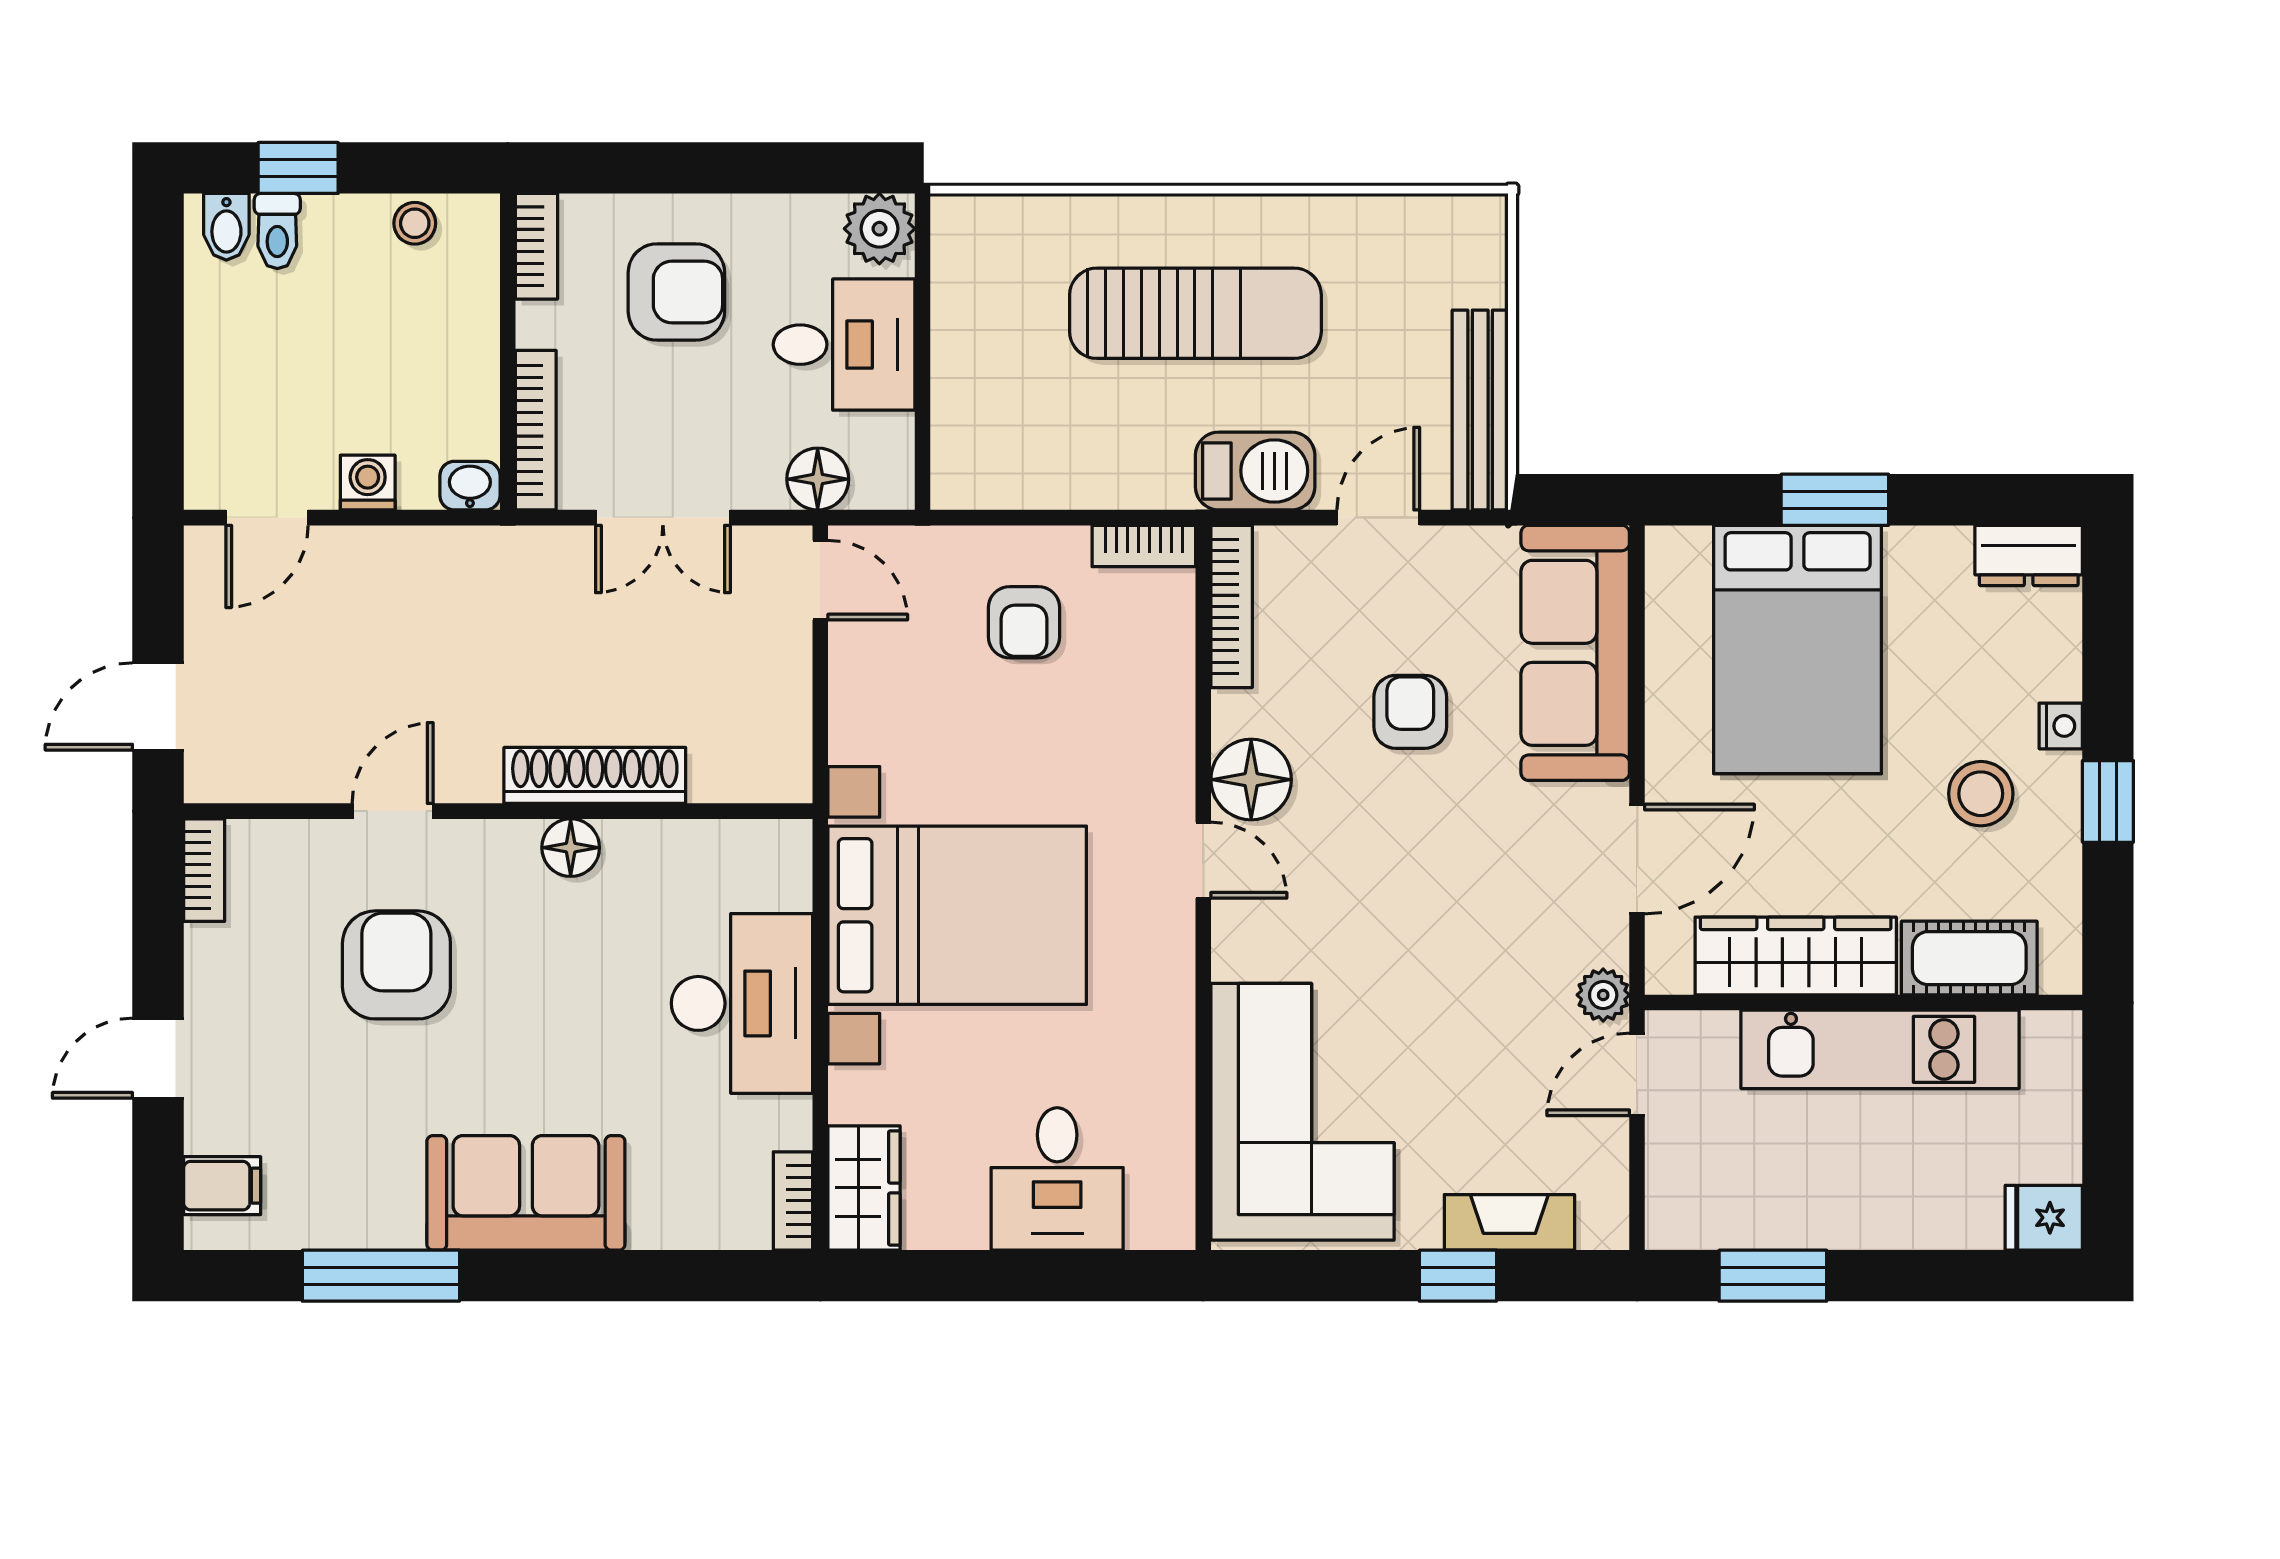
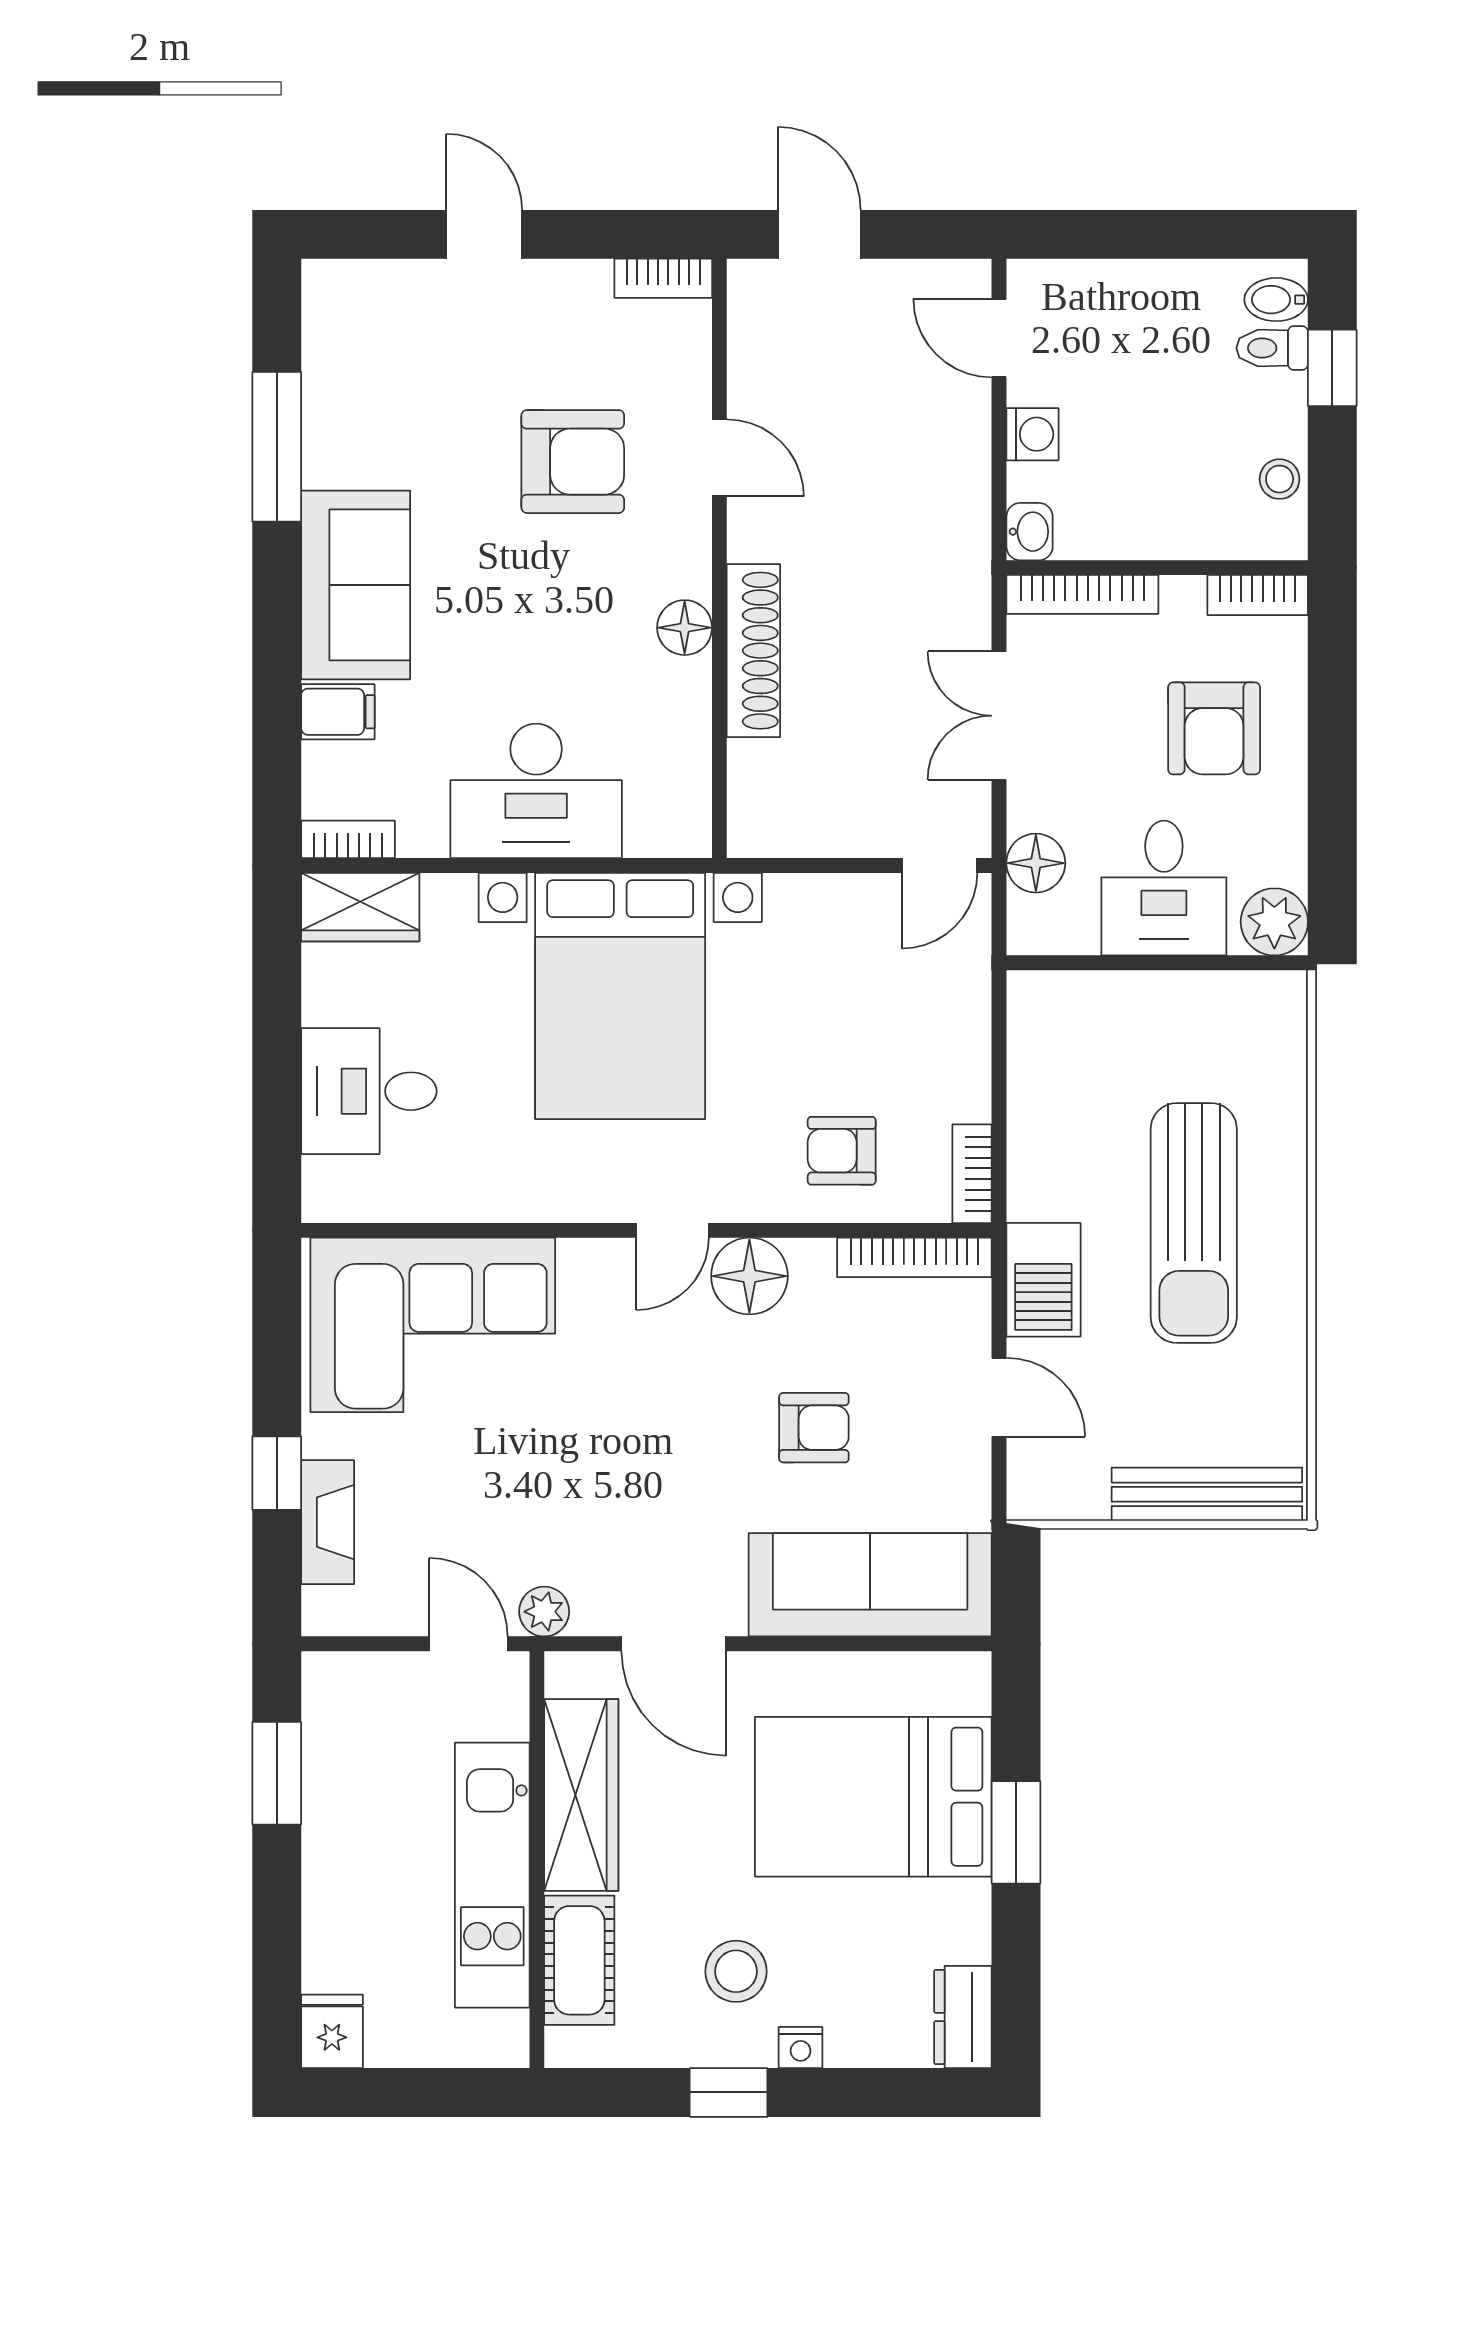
bench: (1480, 410) -> (1207, 1494), moved
armchair: (1024, 622) -> (842, 1151), moved
filing cabinet: (222, 1186) -> (338, 712), moved, turned -90

